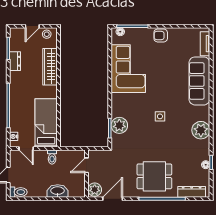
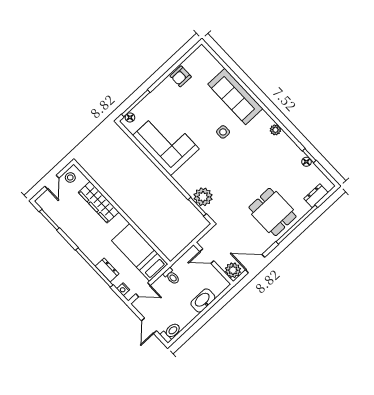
armchair: (161, 35) -> (181, 76), moved
tv unit: (205, 44) -> (211, 61), removed
dresser: (15, 61) -> (107, 270), moved
side table: (160, 116) -> (223, 132), moved
plant: (201, 130) -> (275, 130), width x0.53, depth x0.53
door: (86, 165) -> (207, 256), hinge flipped
dining table: (154, 176) -> (273, 212), turned 90
dresser: (192, 192) -> (316, 196), width x0.70
door: (113, 199) -> (255, 264), hinge flipped

